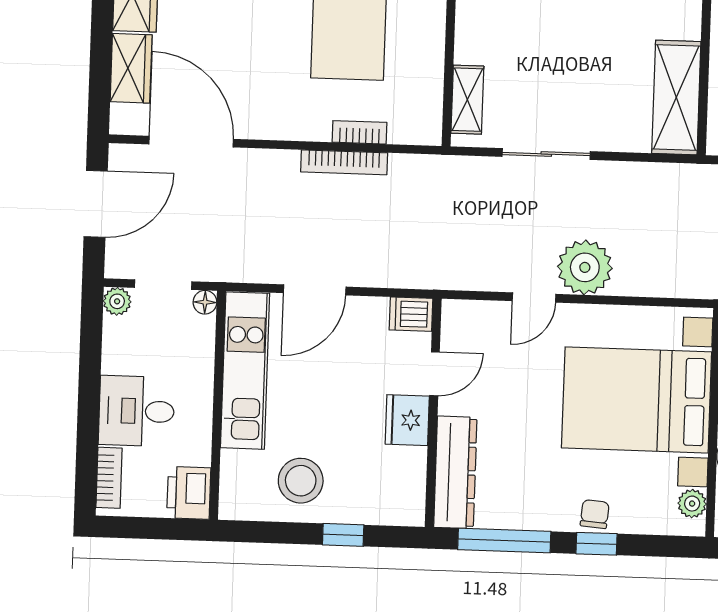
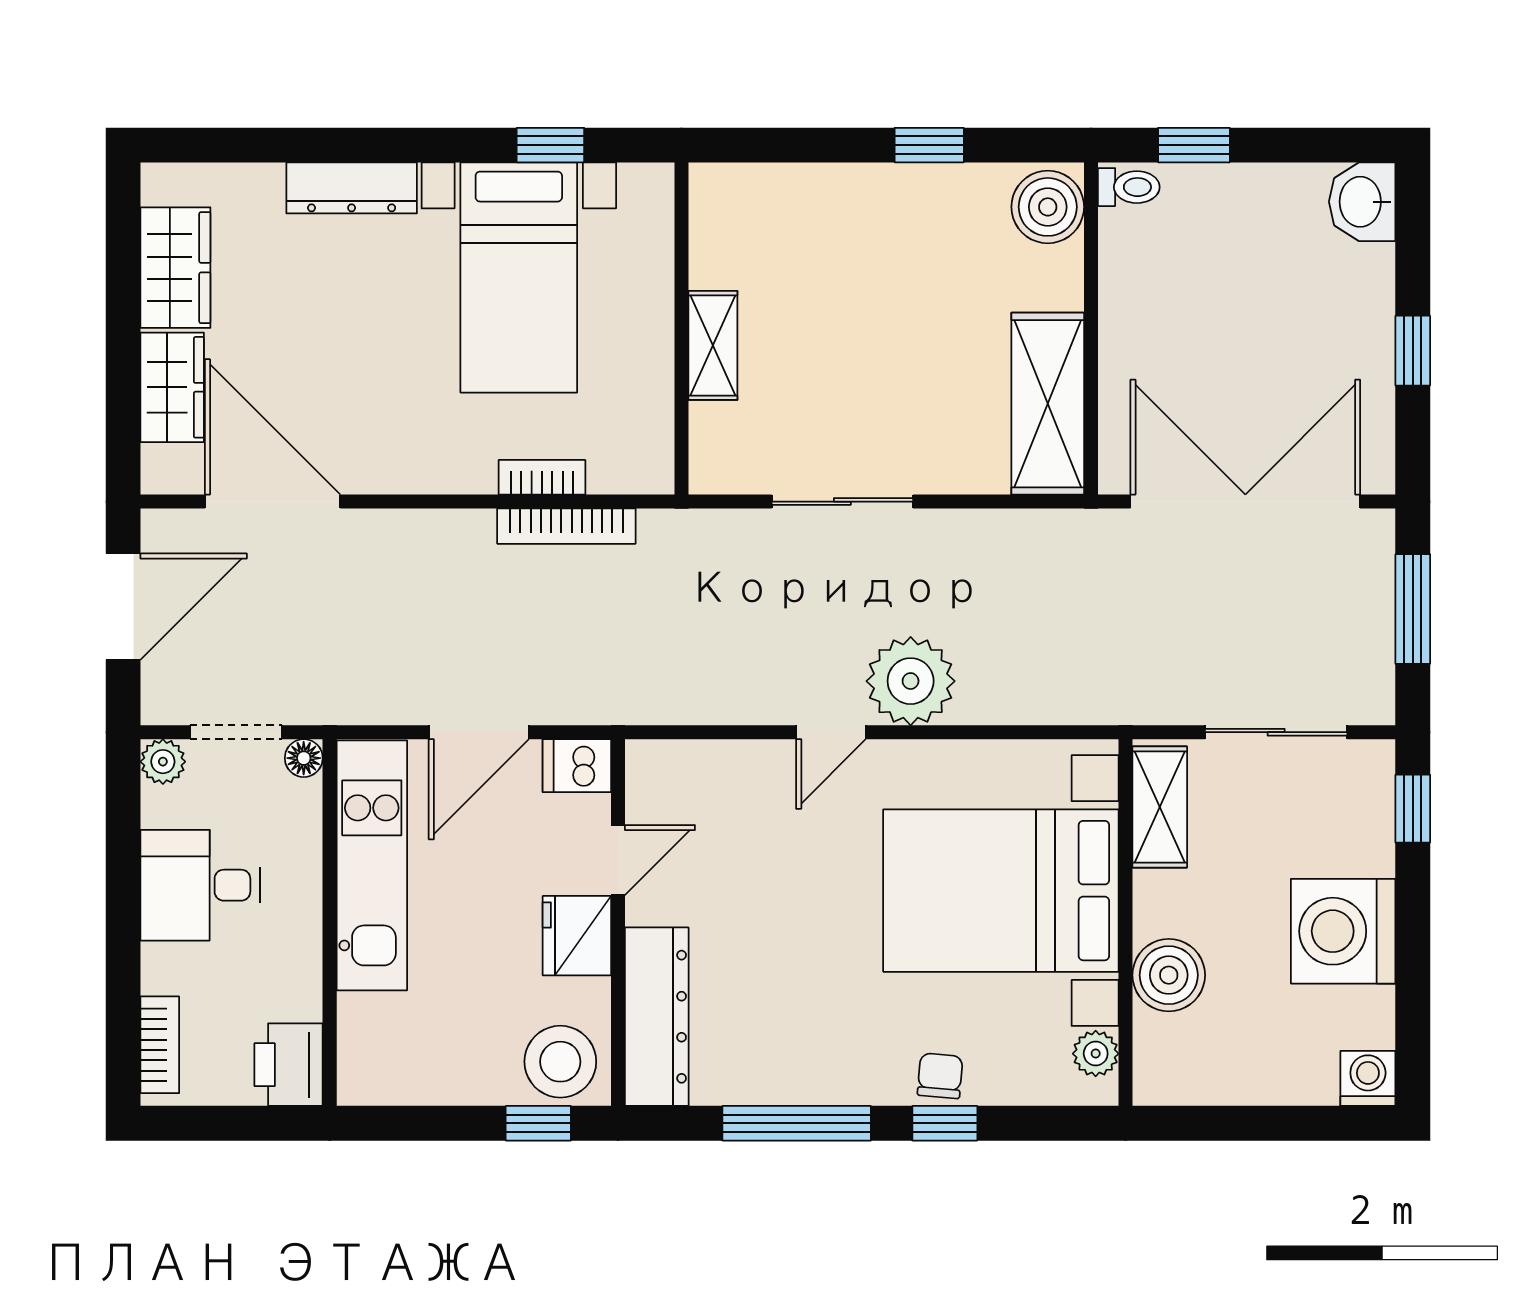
shelving: (467, 100) -> (713, 345), moved
bookcase: (344, 162) -> (566, 526), moved
dishwasher: (411, 314) -> (577, 766), moved
door: (435, 374) -> (618, 860), moved
desk: (137, 411) -> (200, 885), moved
wall: (433, 413) -> (618, 923), moved
fridge: (407, 420) -> (577, 936), moved
dresser: (455, 472) -> (657, 1017), moved
stool: (301, 481) -> (560, 1062), moved

